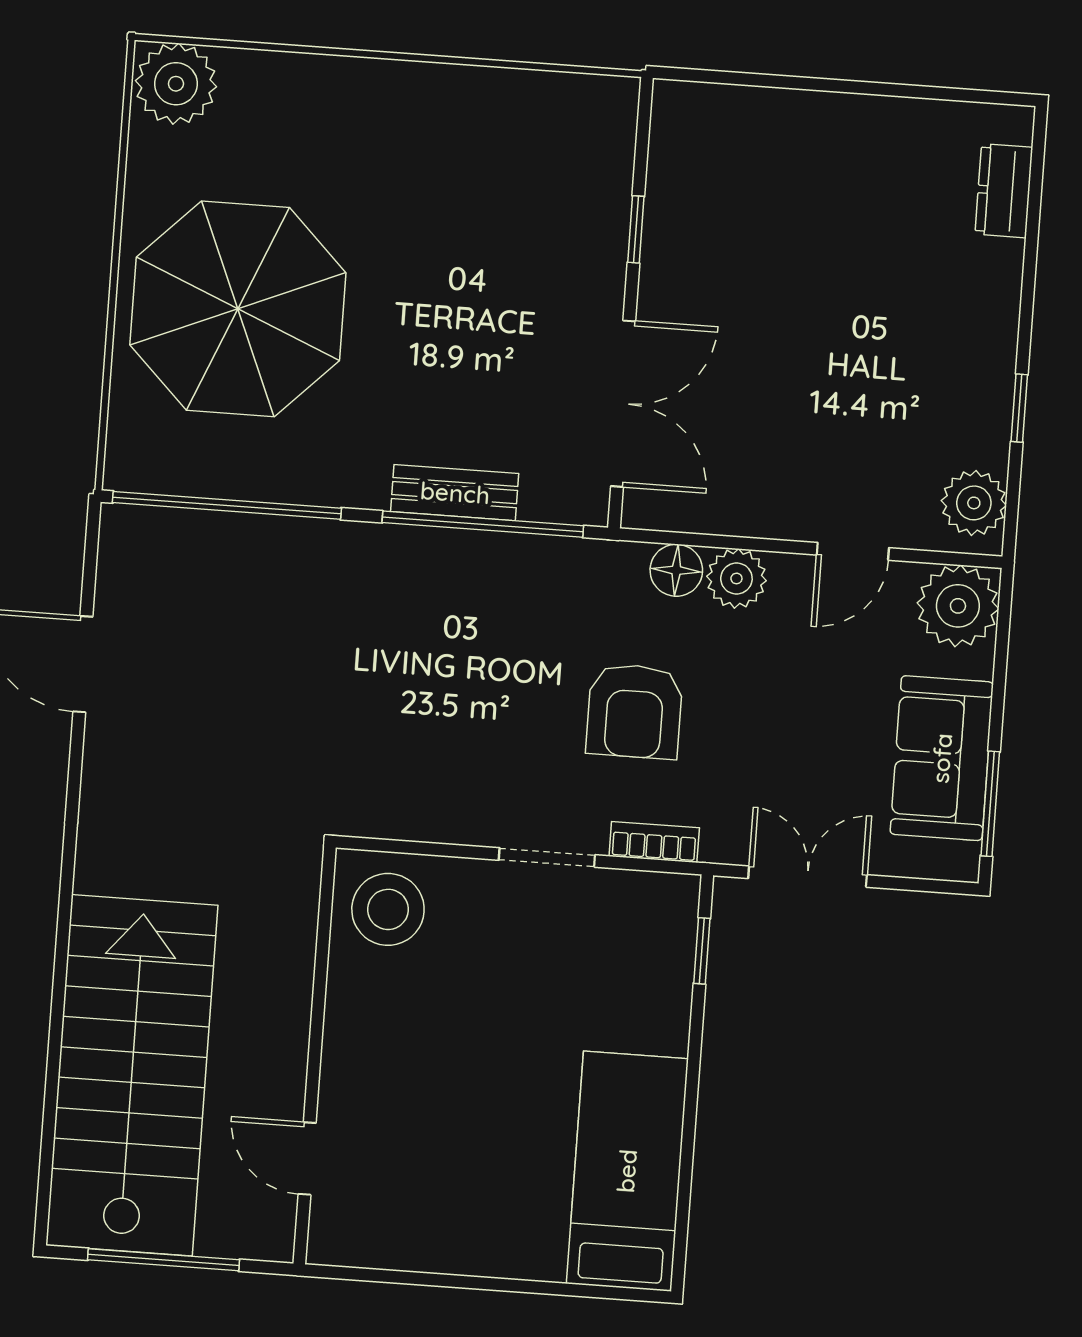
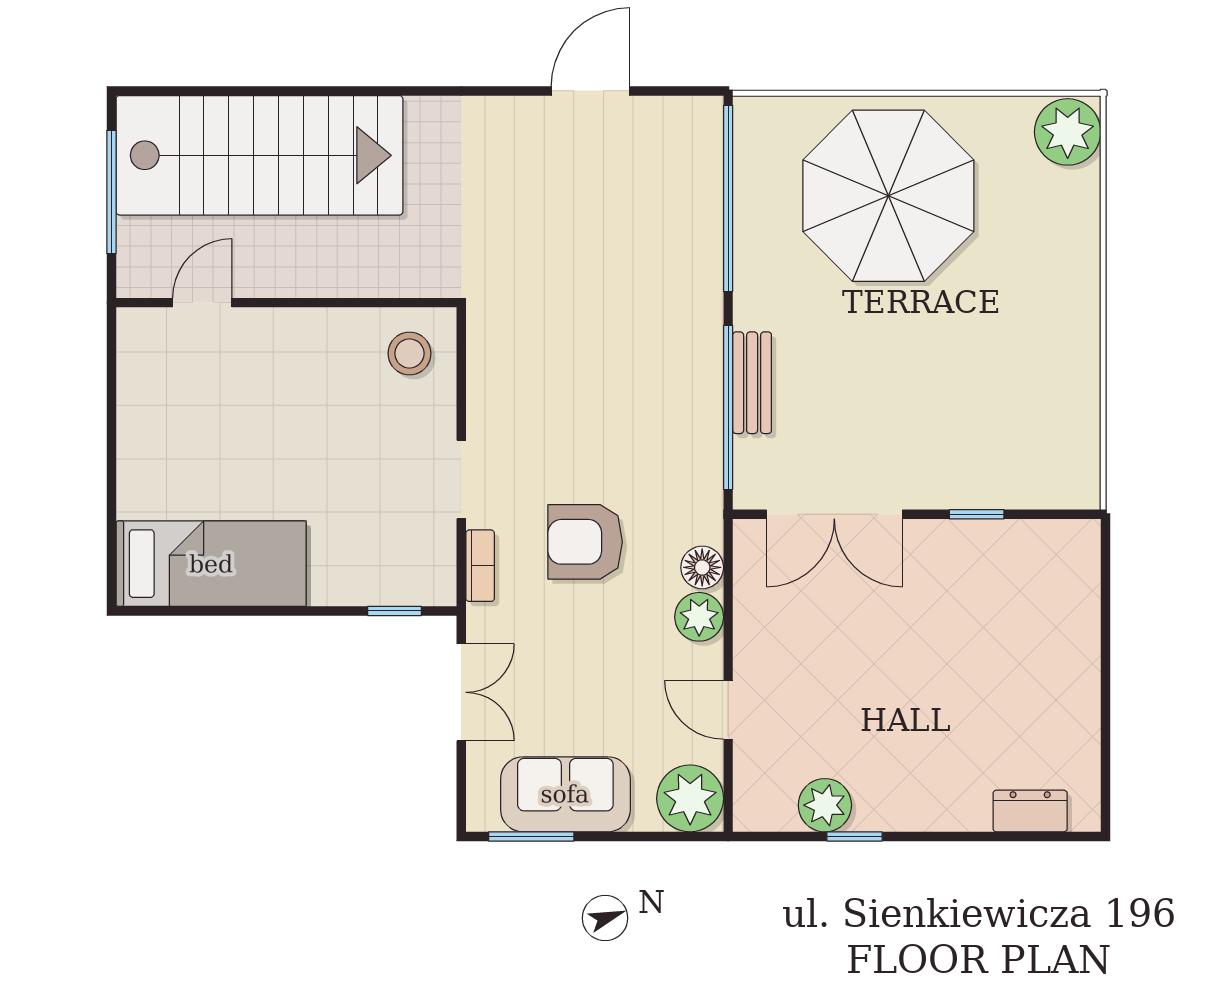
plant: (974, 503) -> (825, 805), moved
stool: (388, 909) -> (409, 353), width x0.73, depth x0.73

